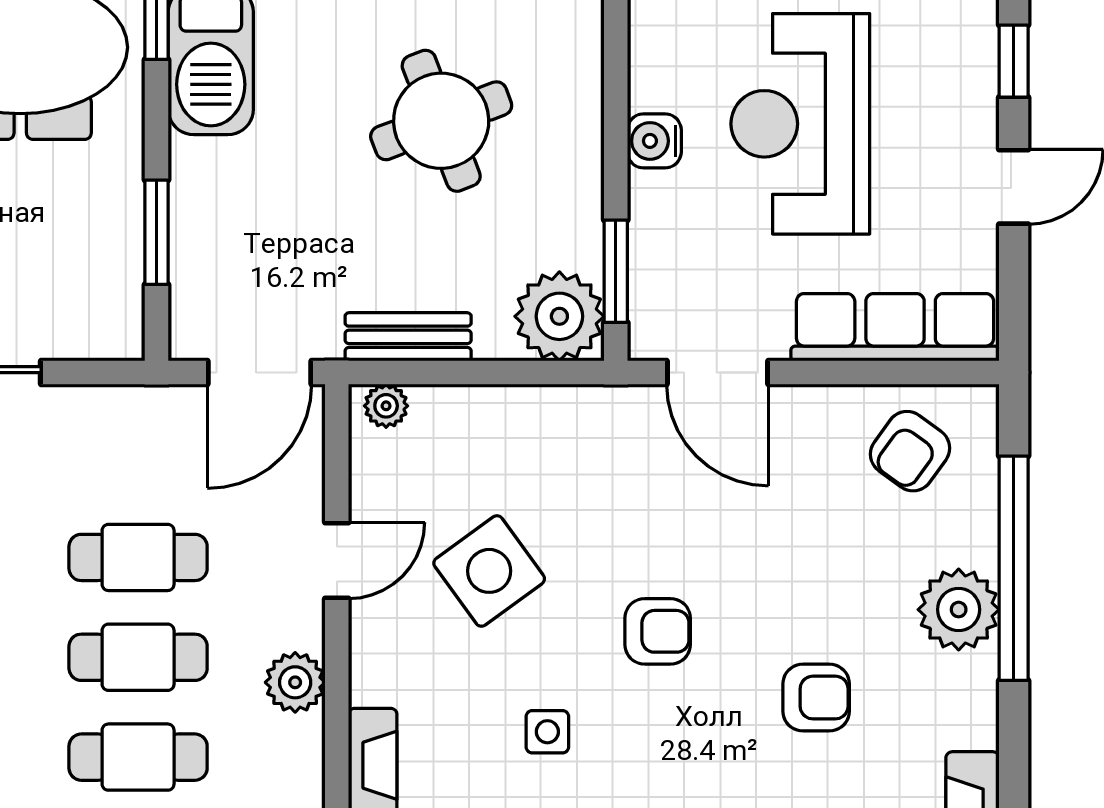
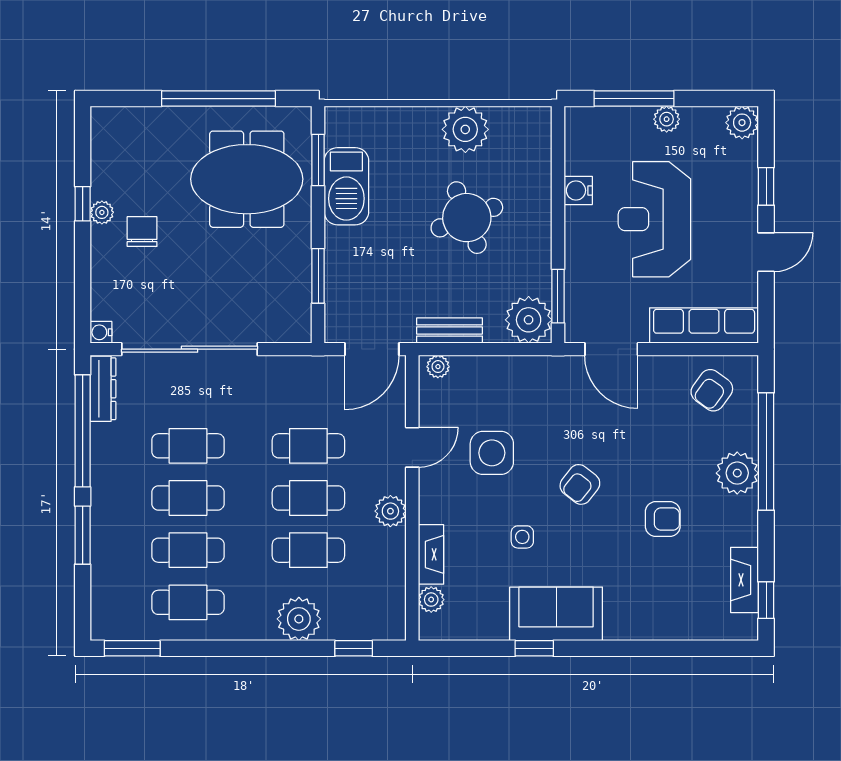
water cooler: (654, 141) -> (578, 190), moved
side table: (489, 571) -> (492, 453), turned 36
armchair: (658, 631) -> (580, 484), turned 128

